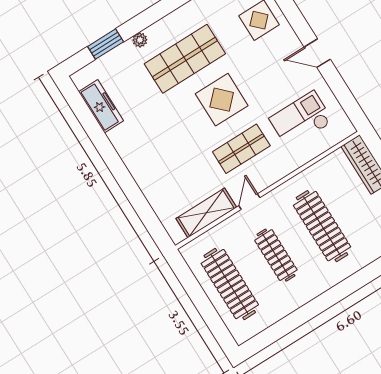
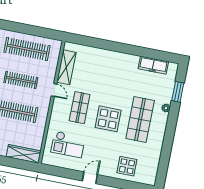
checkout: (301, 120) -> (68, 144), turned 90

